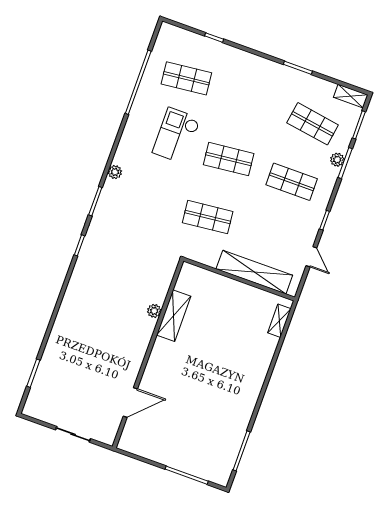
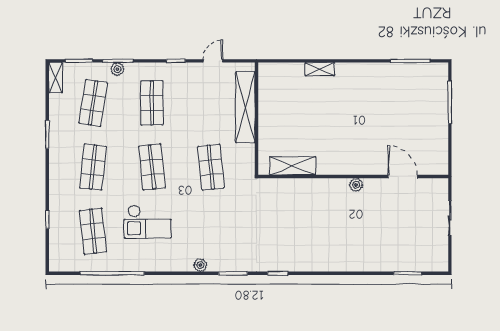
shop shelf: (249, 101) -> (93, 167), added
plant: (154, 311) -> (356, 185), moved
shelving: (174, 316) -> (293, 166), moved
shelving: (279, 321) -> (320, 69), moved

